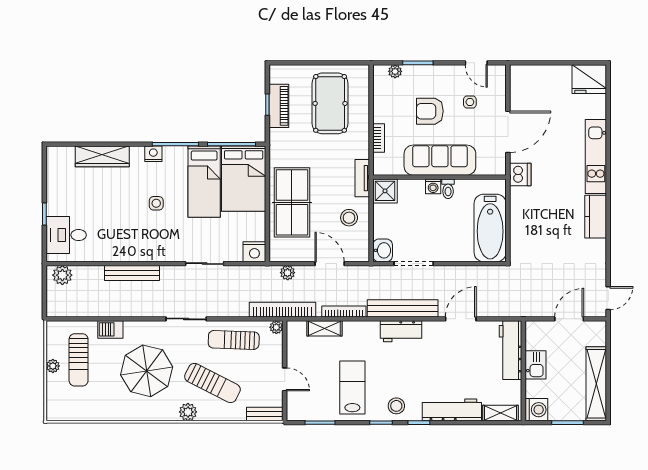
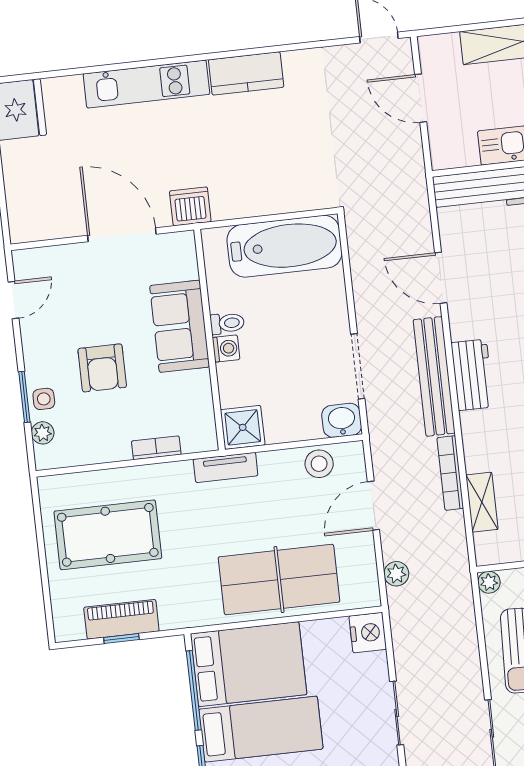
side table: (470, 102) -> (44, 399), moved
sofa: (440, 160) -> (180, 326), width x0.73
stool: (349, 218) -> (319, 464), moved
bookcase: (282, 310) -> (459, 575), removed

